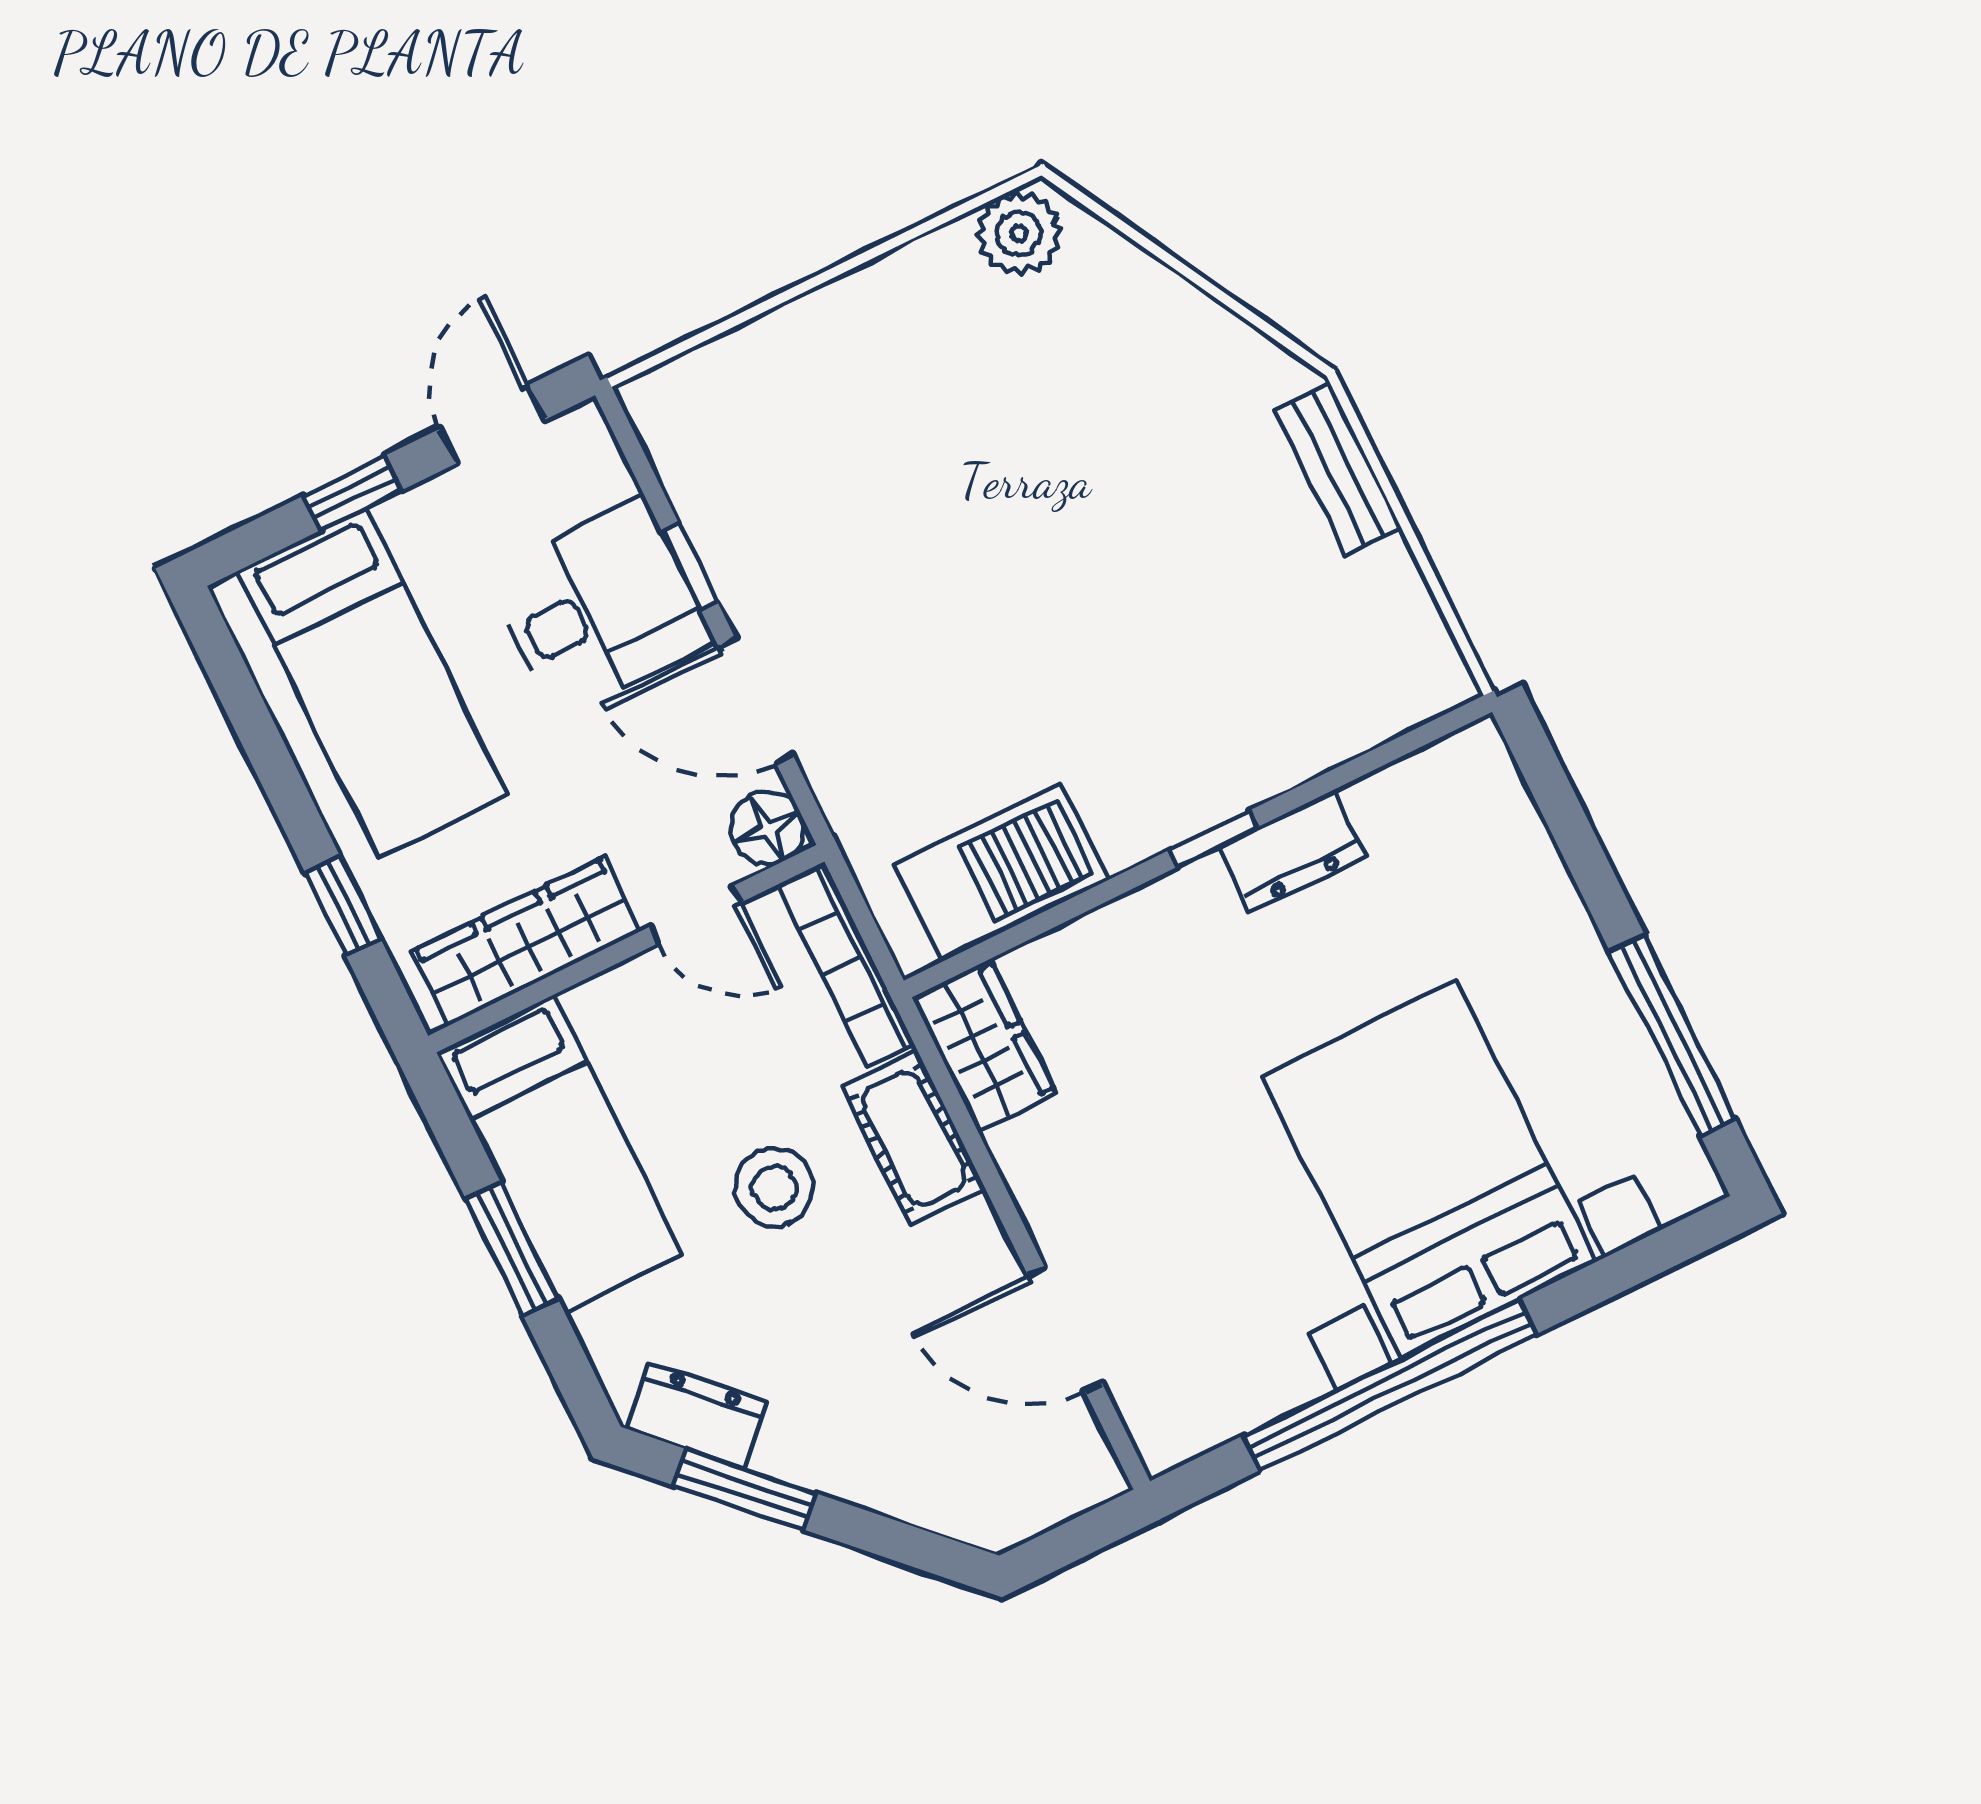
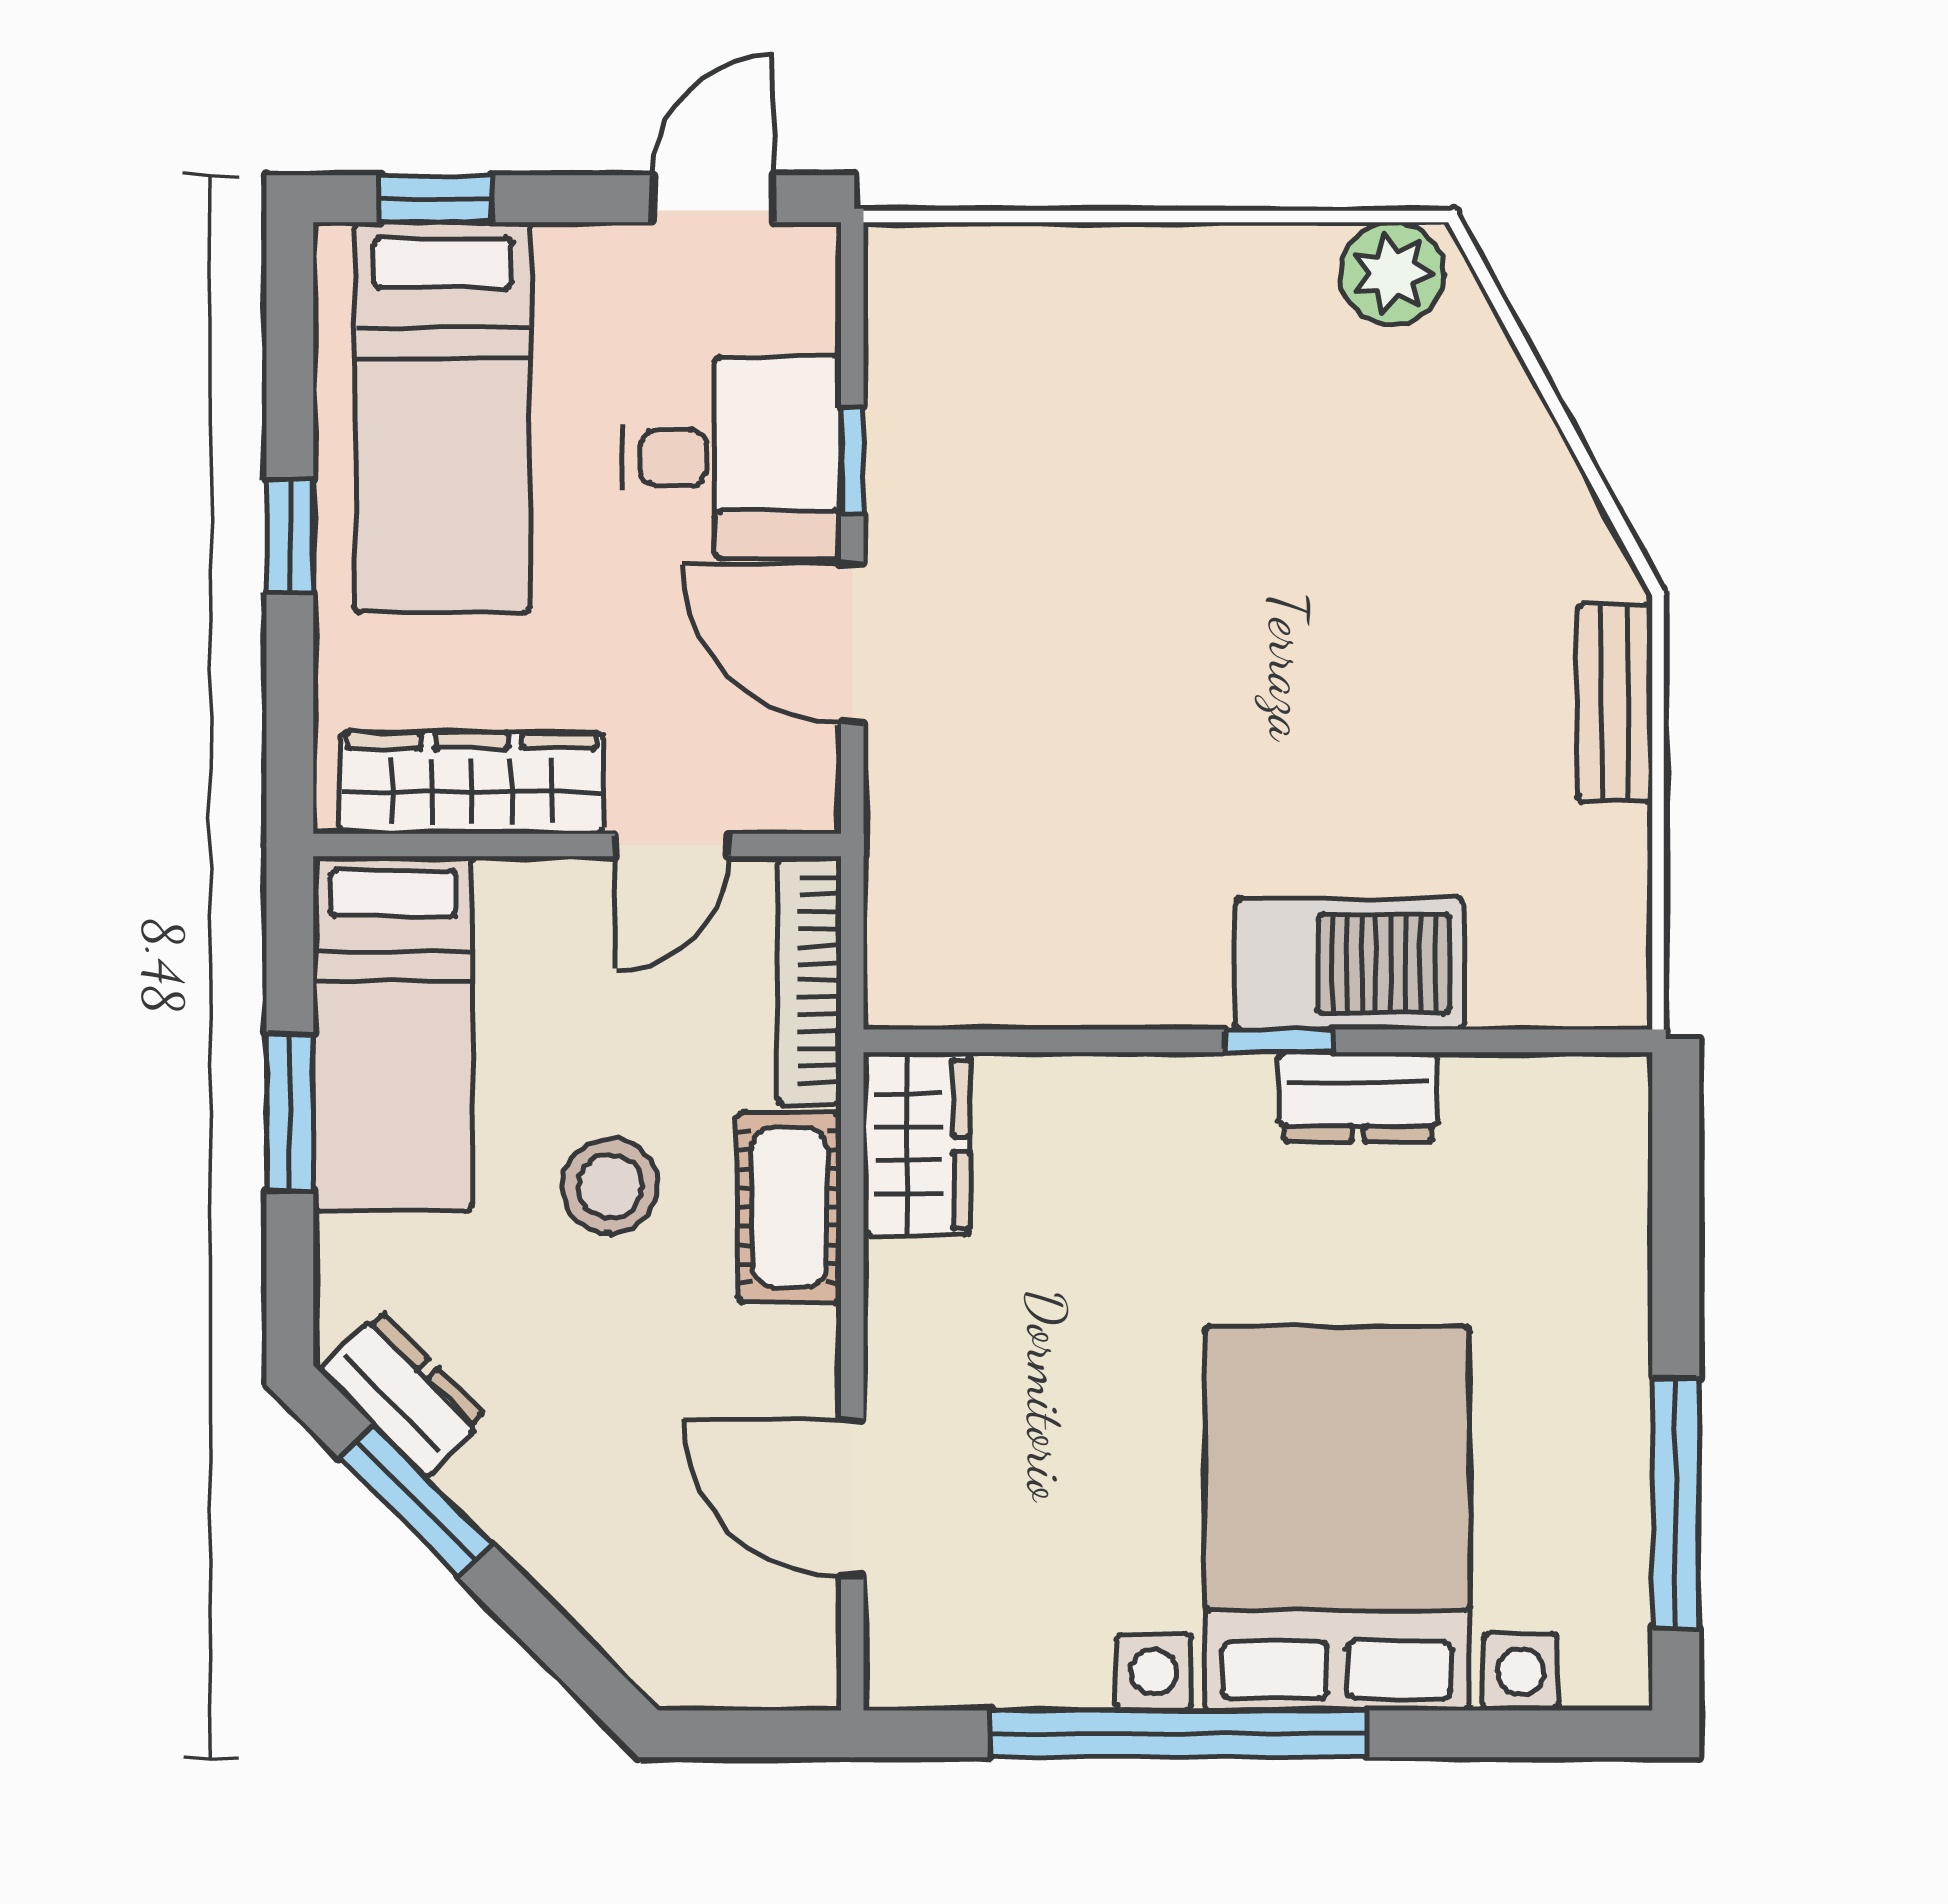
window: (353, 493) -> (436, 199), moved
floor lamp: (767, 828) -> (796, 789), removed
barbecue: (1001, 873) -> (1349, 964), moved
window: (343, 905) -> (290, 536), moved
door: (696, 914) -> (672, 845), hinge flipped

